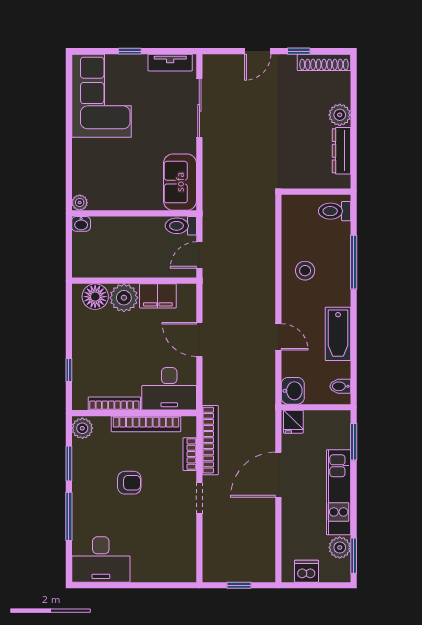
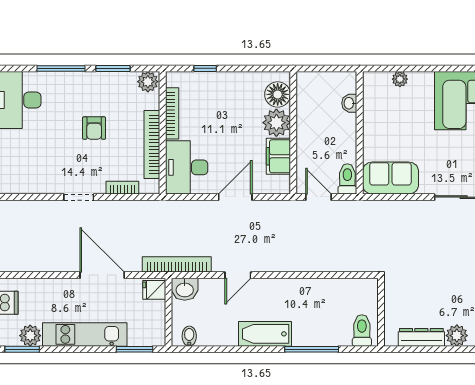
plant: (80, 203) -> (400, 79), moved
washbasin: (81, 224) -> (349, 103), moved
stool: (305, 271) -> (303, 301), removed
bathtub: (338, 334) -> (265, 334), moved
bookcase: (210, 440) -> (177, 264), moved, turned 180

